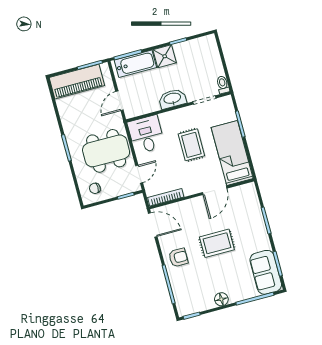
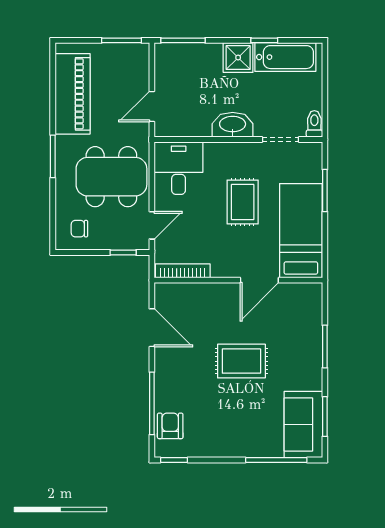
bathtub: (135, 64) -> (285, 57), moved
piano: (77, 82) -> (73, 94), moved, turned -90
door: (153, 225) -> (152, 328), moved
armchair: (178, 257) -> (170, 426), moved, turned -90
floor lamp: (221, 299) -> (225, 447), removed

